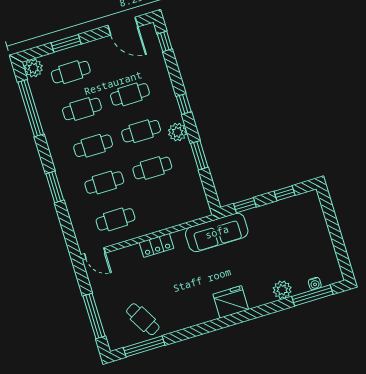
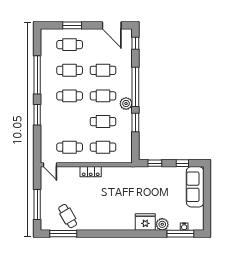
plant: (33, 68) -> (47, 35), removed
window: (184, 104) -> (135, 87), width x3.17
window: (31, 108) -> (37, 75), moved
cafe table: (104, 183) -> (103, 147), moved
sofa: (217, 232) -> (195, 187), moved, turned 90
fridge: (231, 302) -> (145, 222), moved

